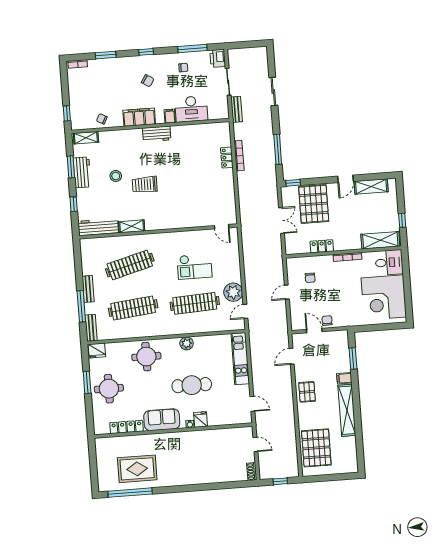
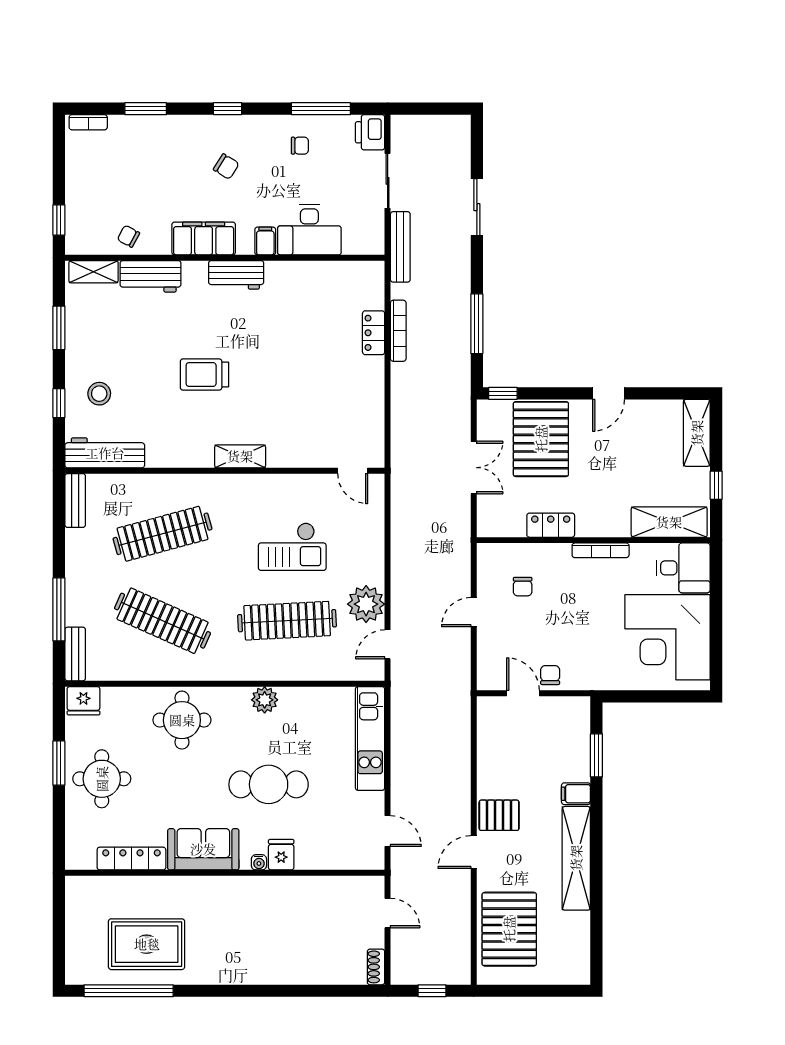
bench: (237, 109) -> (400, 247), width x1.36
workbench: (82, 172) -> (151, 276), moved, turned 90
stool: (116, 176) -> (99, 394), moved
shelving: (371, 187) -> (697, 433), moved, turned 90
shelving: (132, 226) -> (240, 456), moved
bench: (88, 289) -> (75, 500), moved
clothes rail: (133, 308) -> (163, 621), turned 30
door: (292, 356) -> (474, 852), moved
pallet: (307, 392) -> (499, 815), turned 90

